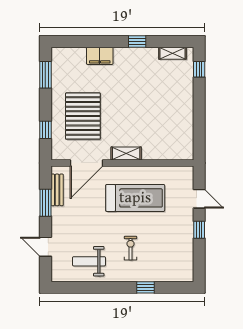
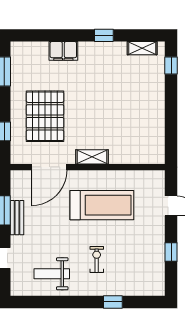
bench: (57, 190) -> (17, 218), moved
window: (199, 230) -> (171, 252), moved

